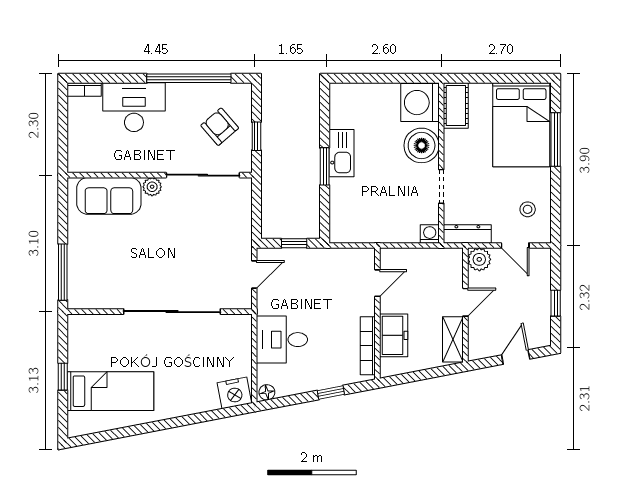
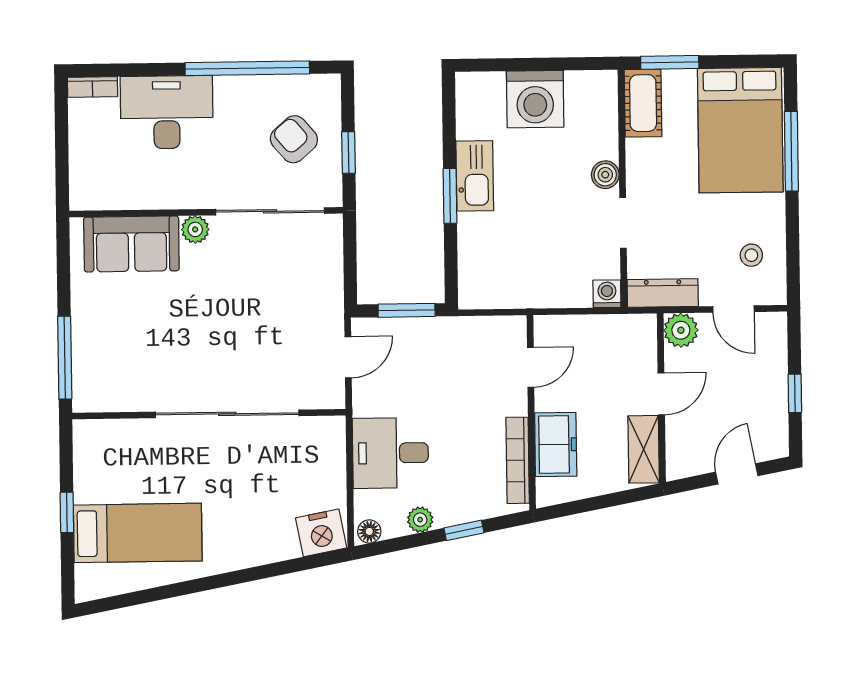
window: (474, 78) -> (670, 62), added
washing machine: (420, 103) -> (535, 99), moved, turned -90
boiler: (422, 145) -> (605, 175), width x0.54, depth x0.54
window: (294, 243) -> (407, 310), width x1.50
plant: (301, 385) -> (420, 520), added

